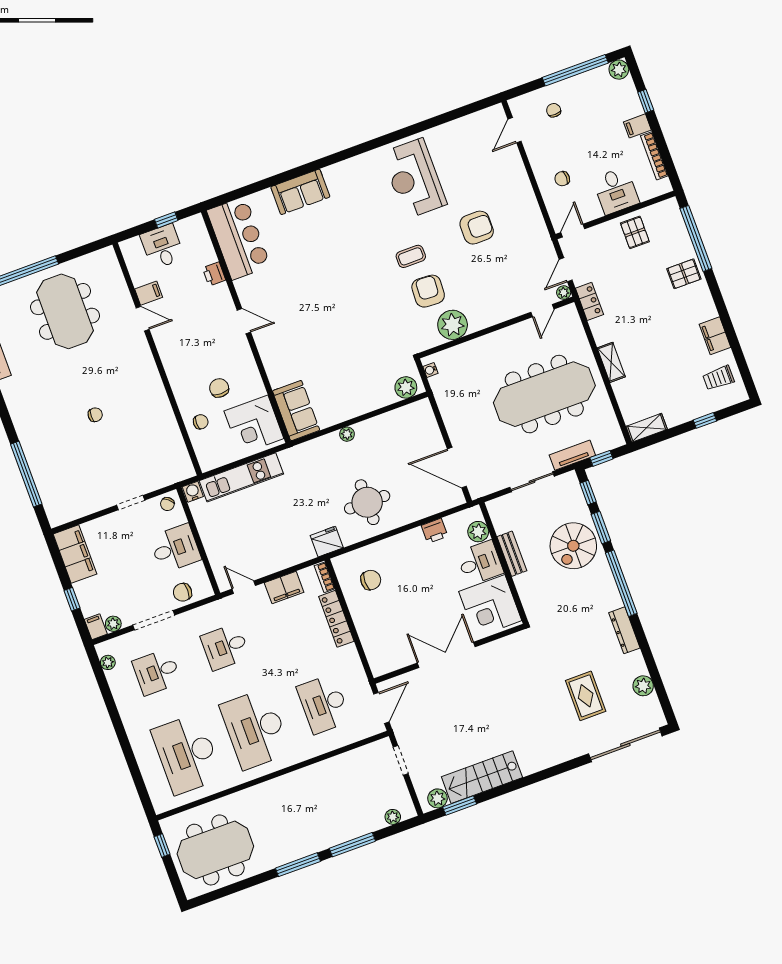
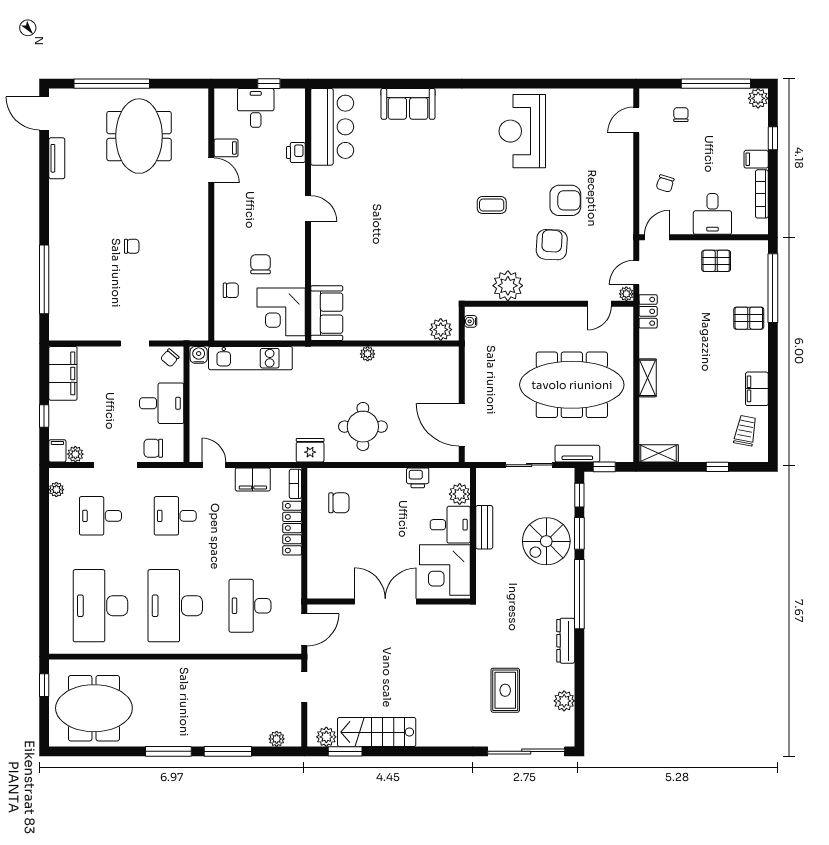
chair: (562, 179) -> (665, 183), turned -73
pallet: (635, 232) -> (716, 261), turned 90
armchair: (428, 291) -> (552, 245), moved
trolley: (718, 378) -> (745, 431), turned 101

